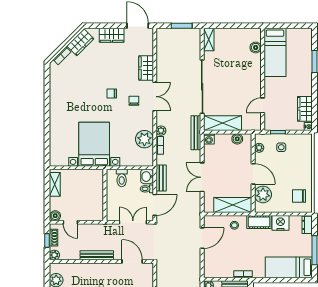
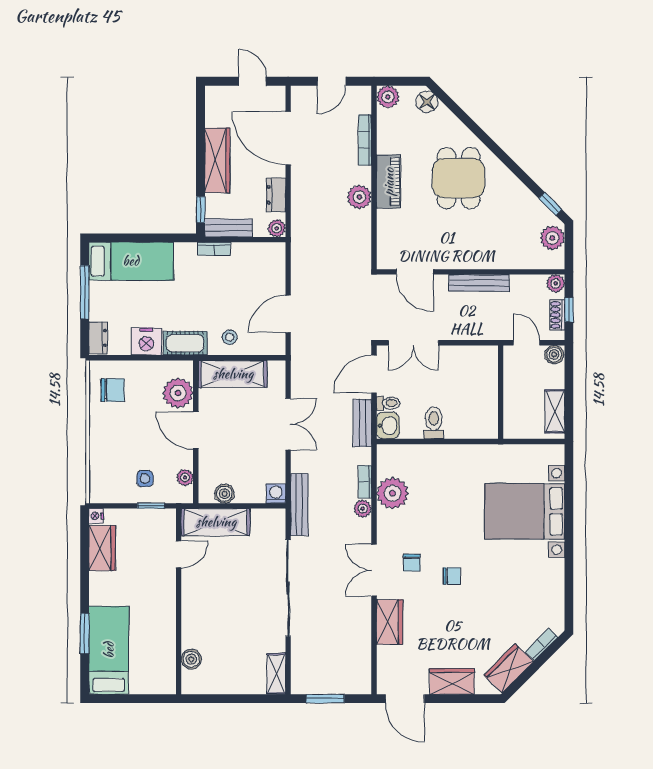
bed: (275, 52) -> (109, 650), moved
shelving: (222, 123) -> (216, 522), moved
bed with nightstands: (94, 144) -> (525, 511), moved, turned 90
wall: (105, 195) -> (501, 392), moved

